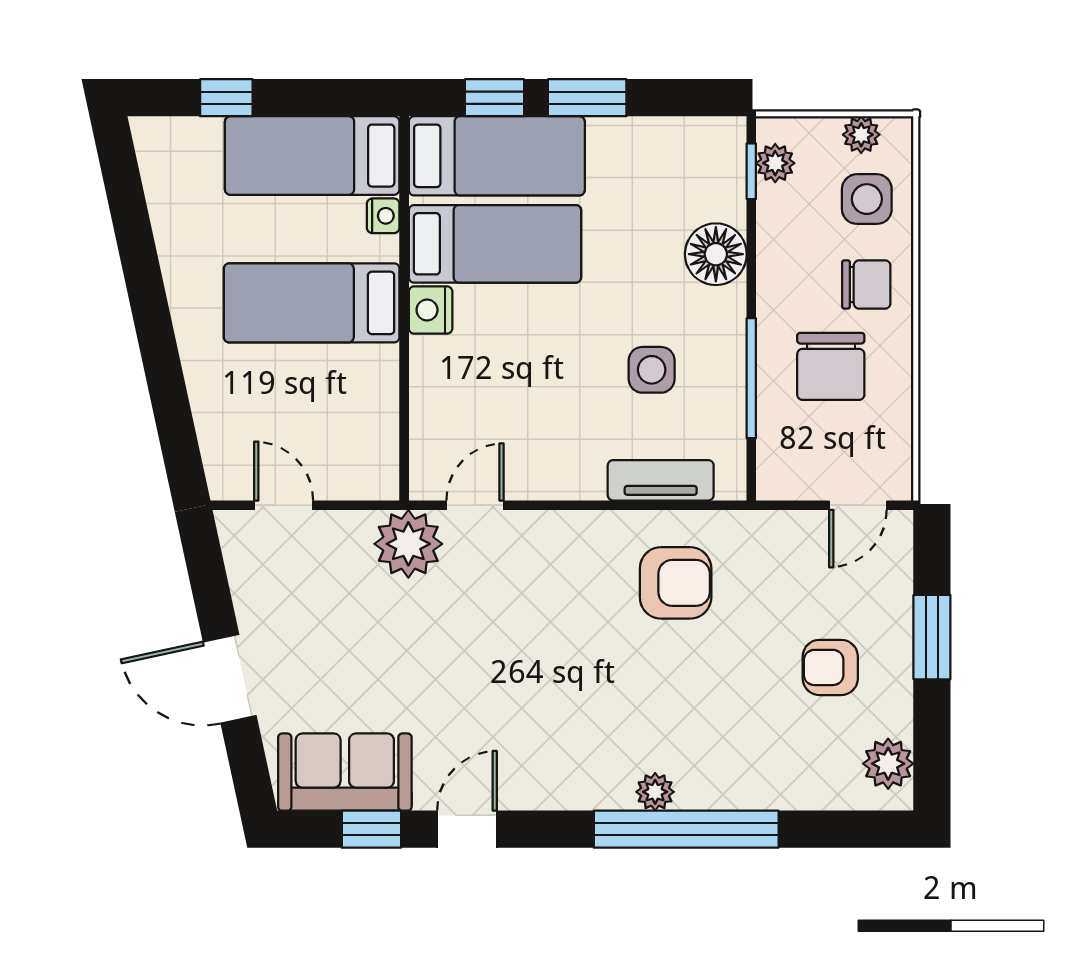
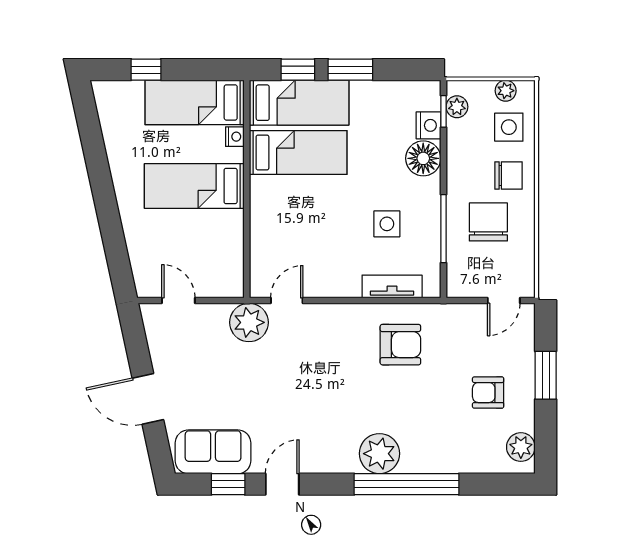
nightstand: (431, 310) -> (428, 125), moved, turned 180
chair: (831, 366) -> (488, 222), turned 180
plant: (655, 792) -> (379, 454), width x1.88, depth x1.88

